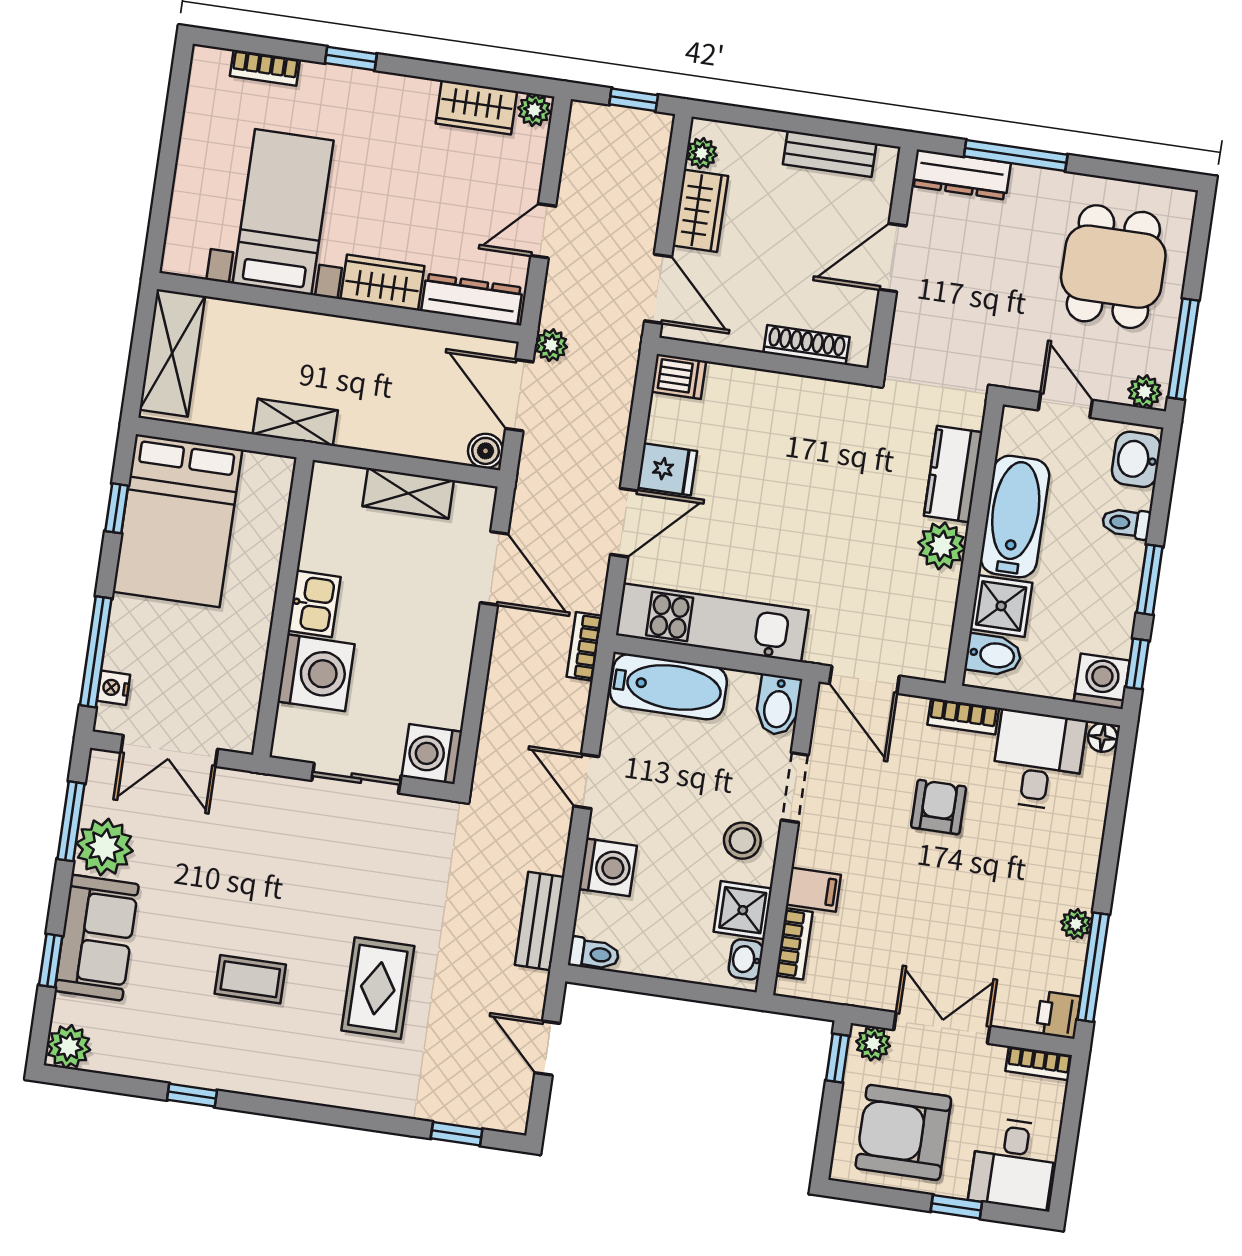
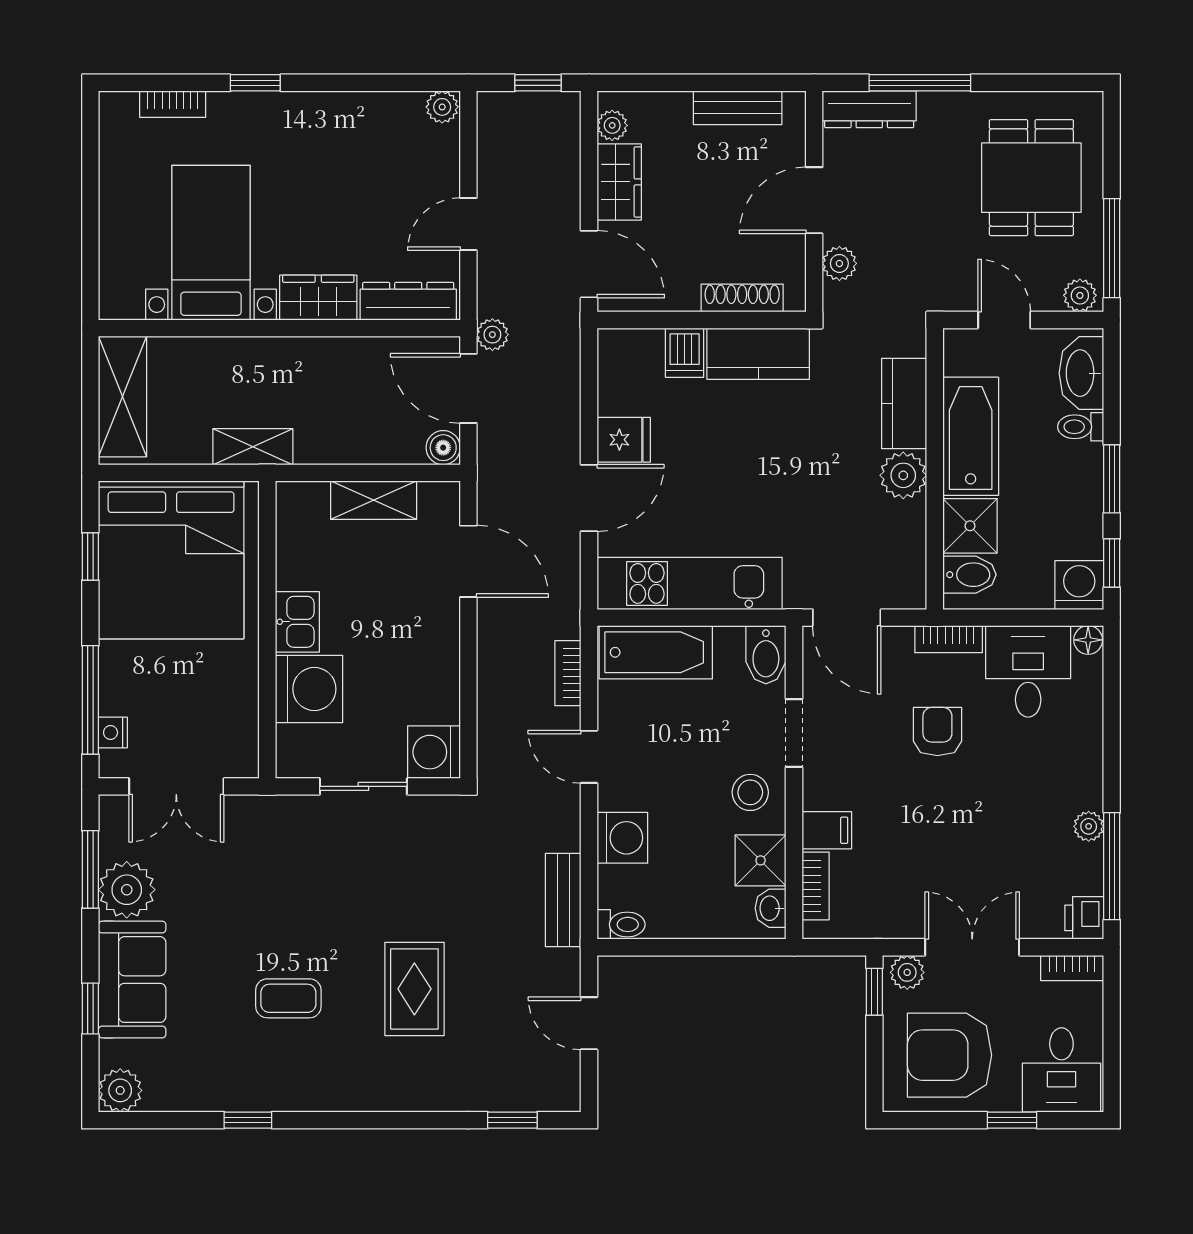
wardrobe: (476, 107) -> (385, 113), removed
plant: (909, 324) -> (839, 263), added
dishwasher: (679, 376) -> (685, 353), moved, turned 90
kitchen counter: (814, 403) -> (758, 354), added
washbasin: (1136, 459) -> (1081, 373), width x1.38
bed: (178, 521) -> (171, 560), width x1.36
bookcase: (584, 646) -> (568, 673), moved

